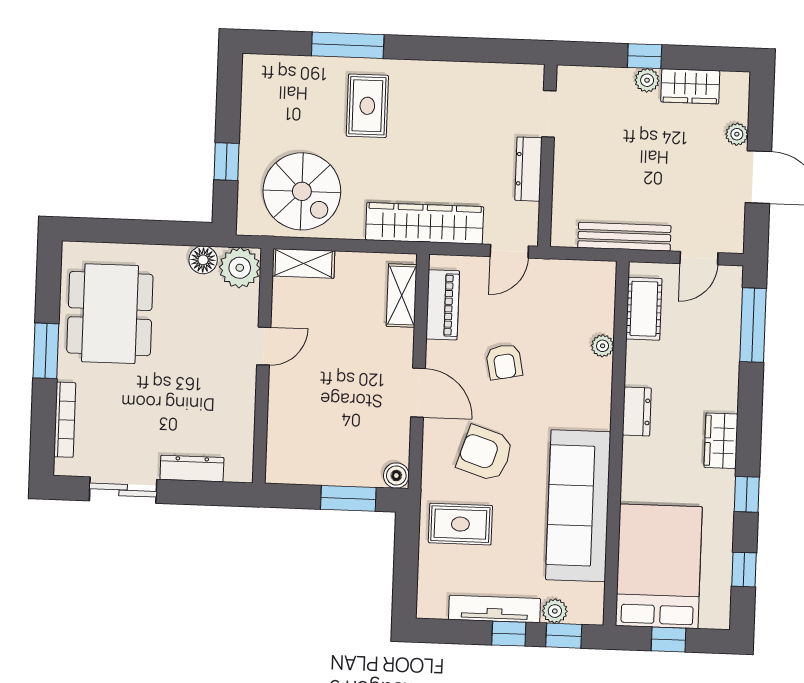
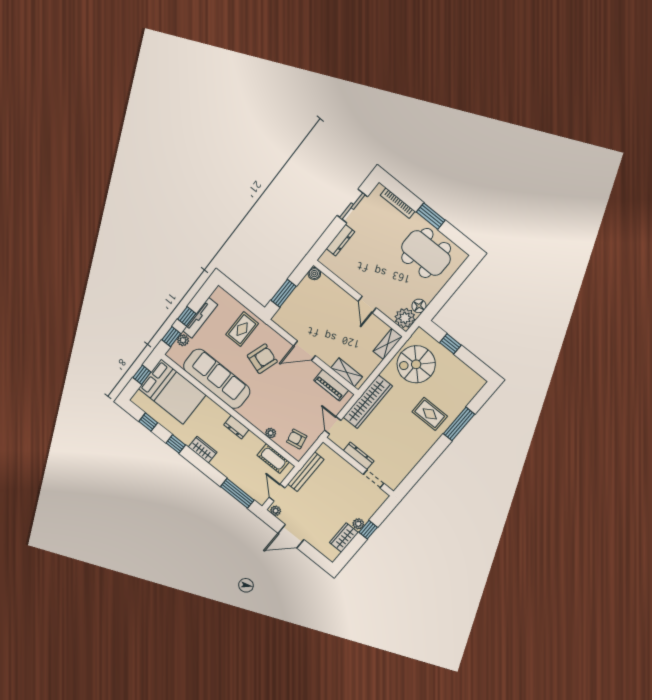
plant: (737, 134) -> (276, 511), moved
armchair: (504, 362) -> (297, 439), moved
boiler: (396, 476) -> (314, 274), moved

